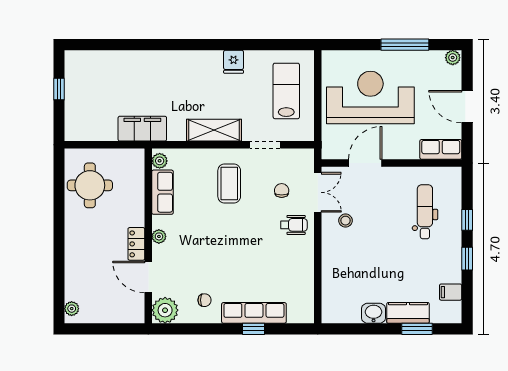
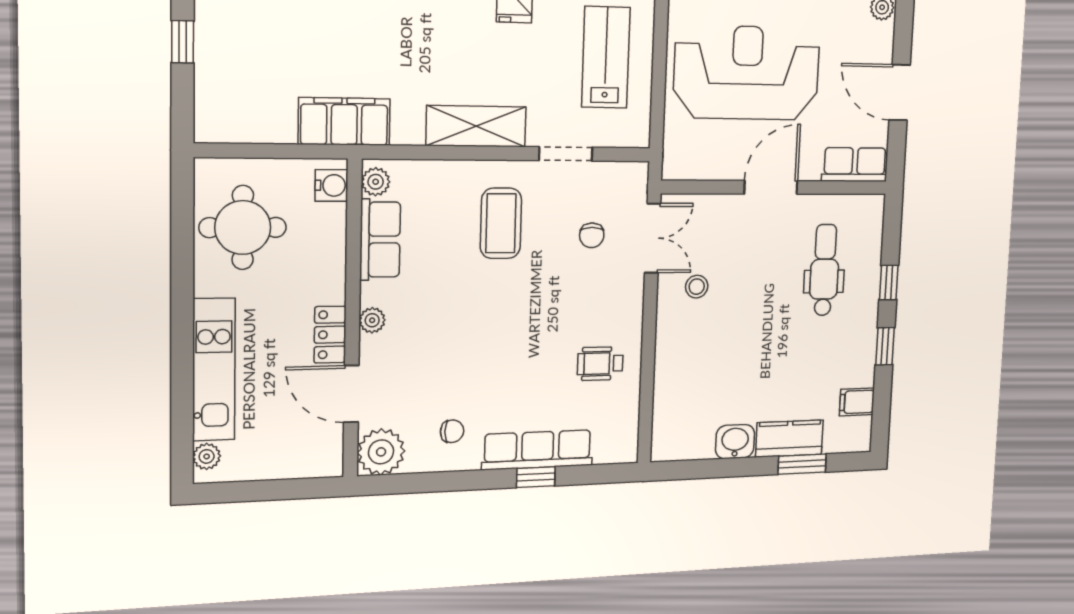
water cooler: (136, 163) -> (331, 185), added
door: (365, 163) -> (771, 187), moved
chair: (282, 190) -> (592, 235), turned 180
wheelchair: (294, 225) -> (600, 364), moved, turned 180
kitchen unit: (75, 261) -> (214, 370), added

